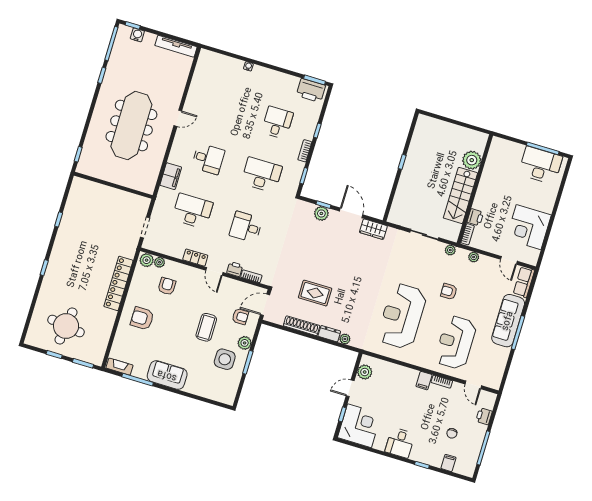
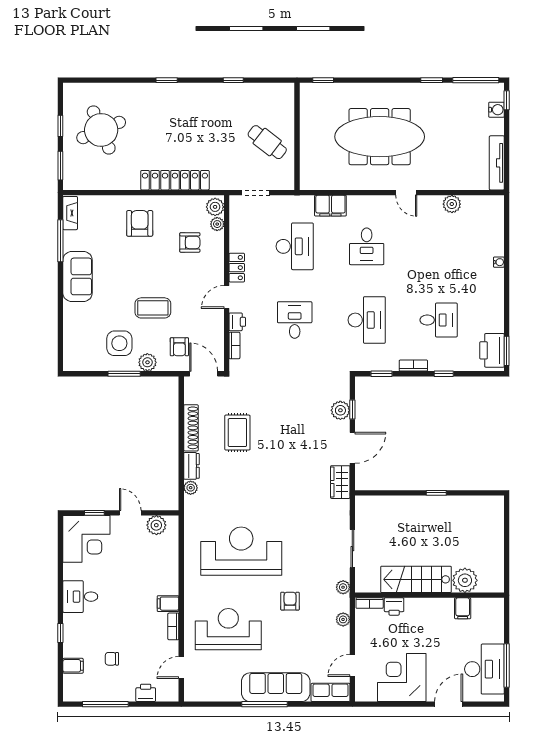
plant: (196, 88) -> (452, 204), added
filing cabinet: (492, 168) -> (463, 608), added
door: (558, 199) -> (449, 704), added
cafe table: (111, 208) -> (267, 142), added
round table: (66, 326) -> (101, 130), turned -31

